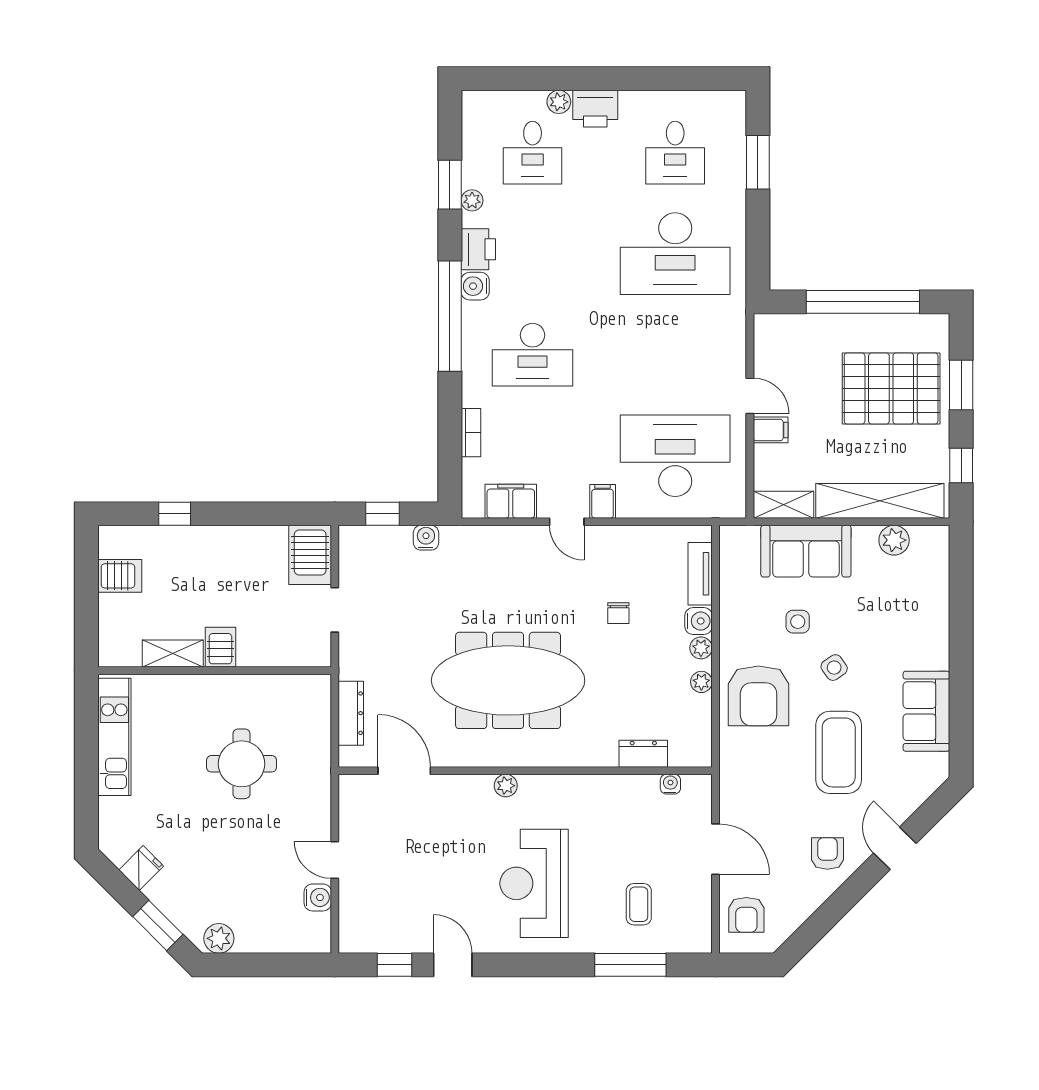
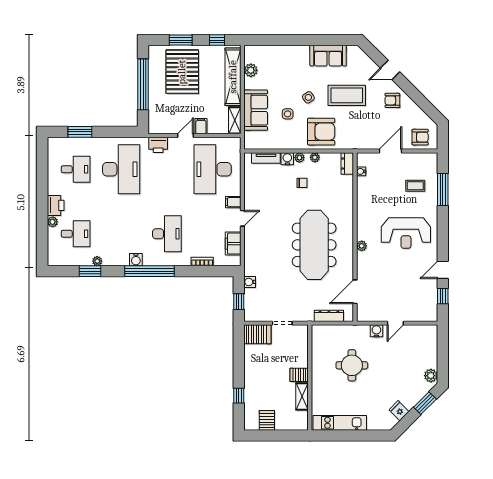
printer: (478, 249) -> (158, 145), moved, turned 180
chair: (618, 613) -> (302, 183), moved
dresser: (643, 754) -> (347, 164), moved
water cooler: (318, 897) -> (376, 331), moved

